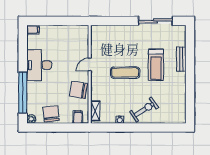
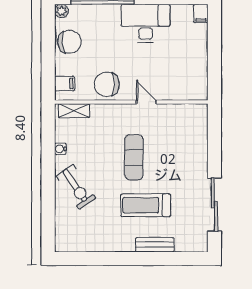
chair: (78, 90) -> (107, 84), turned -99

